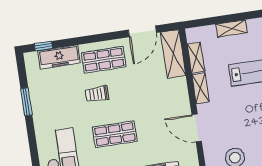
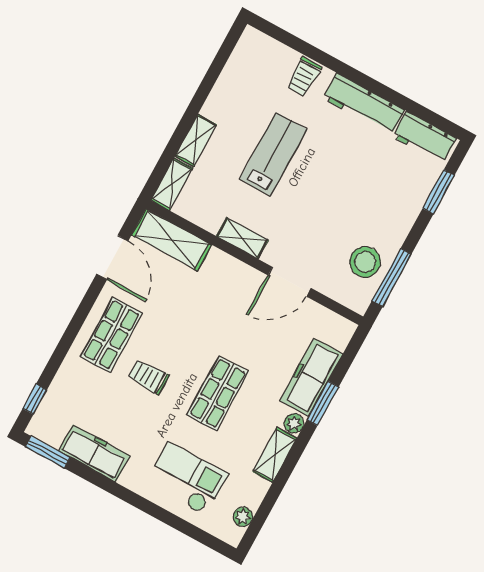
freezer: (59, 57) -> (94, 453), moved, turned -90
shelving: (196, 58) -> (172, 184), moved, turned 90
trolley: (97, 94) -> (149, 377), turned 90
window: (26, 102) -> (48, 452), moved

